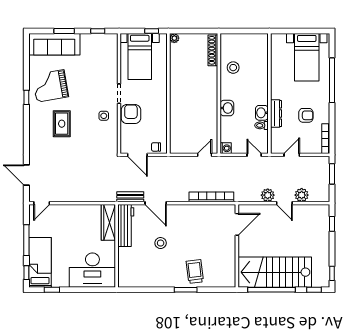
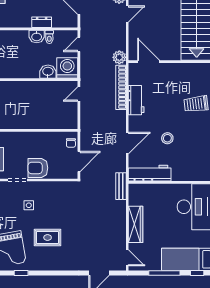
washbasin: (227, 108) -> (48, 72), moved
dresser: (276, 114) -> (42, 22), width x0.70
side table: (104, 116) -> (29, 205), moved
washing machine: (226, 148) -> (67, 68), width x1.89, depth x1.89
door: (205, 155) -> (79, 94), hinge flipped
plant: (268, 195) -> (119, 57), moved
bench: (130, 197) -> (121, 186), moved
workbench: (199, 212) -> (136, 100), added
wardrobe: (108, 222) -> (135, 224), moved, turned -90

